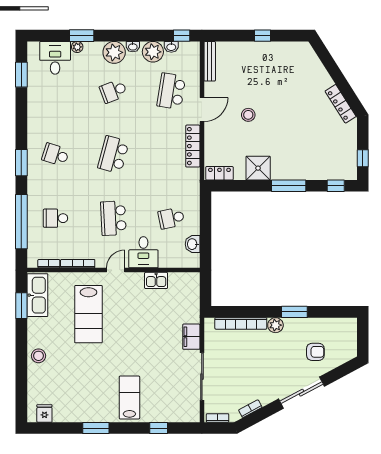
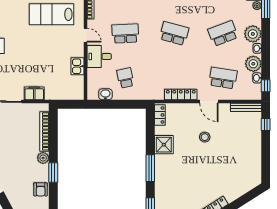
window: (262, 36) -> (266, 125), moved
school desk: (113, 91) -> (223, 33), width x1.85
armchair: (315, 352) -> (41, 189), moved

